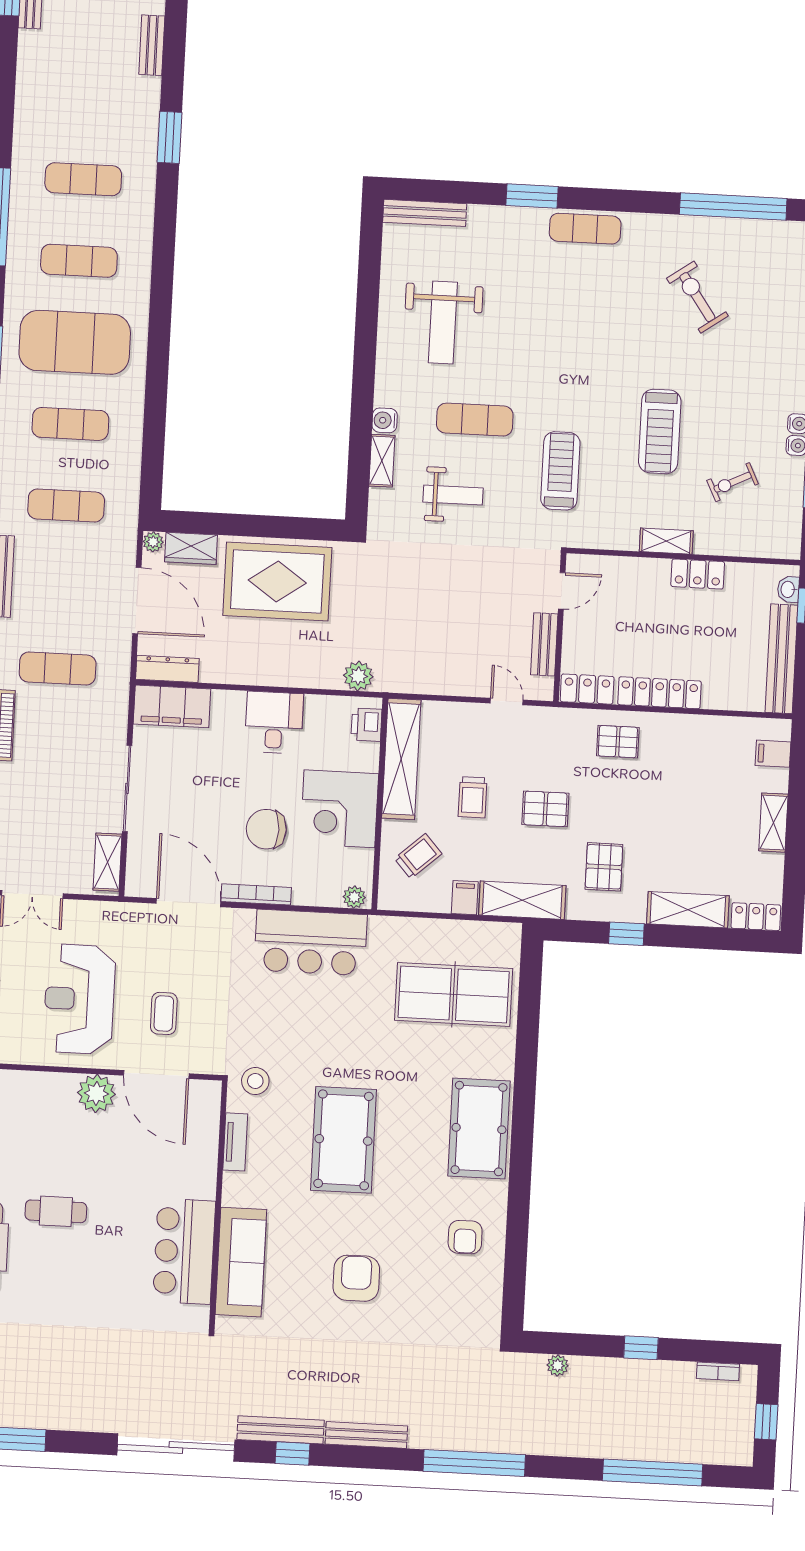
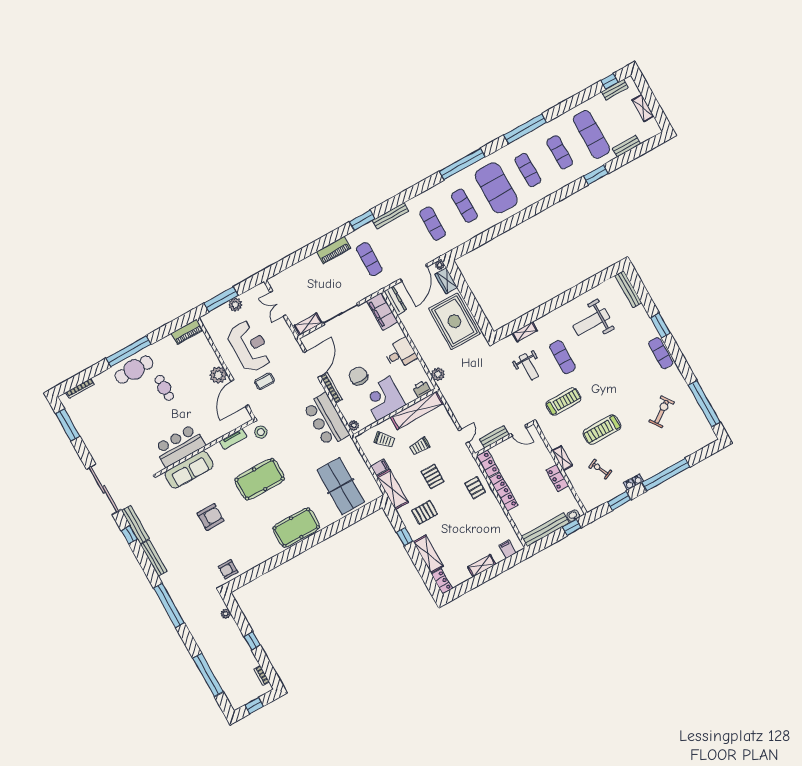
exercise mat: (88, 98) -> (591, 134), added
water cooler: (385, 420) -> (541, 323), removed
reception desk: (79, 999) -> (250, 346), turned 90
armchair: (465, 1237) -> (228, 569), moved

